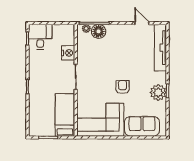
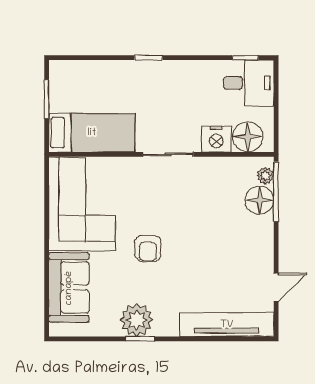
floor lamp: (67, 37) -> (248, 137), added
armchair: (123, 87) -> (148, 248), turned 90

